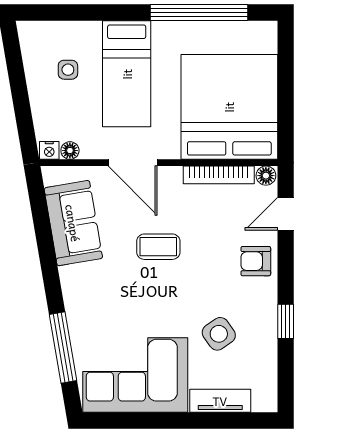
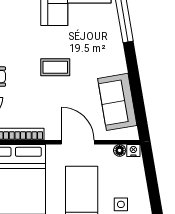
coffee table: (158, 247) -> (55, 67), moved
side table: (219, 334) -> (20, 28), removed

